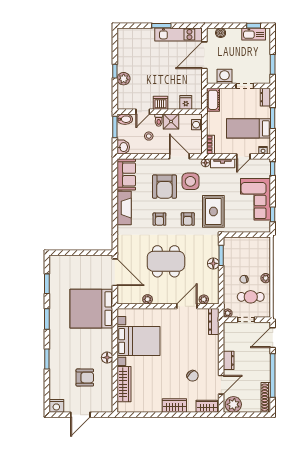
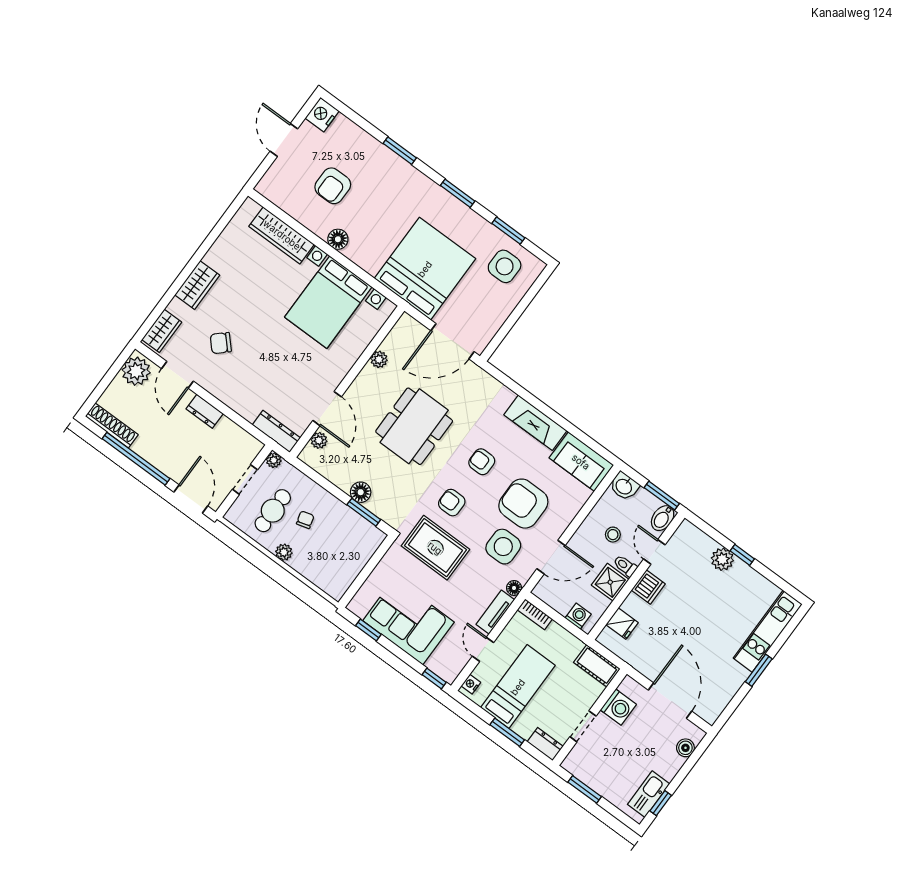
kitchen unit: (179, 34) -> (768, 631), moved
side table: (64, 274) -> (505, 266), added

